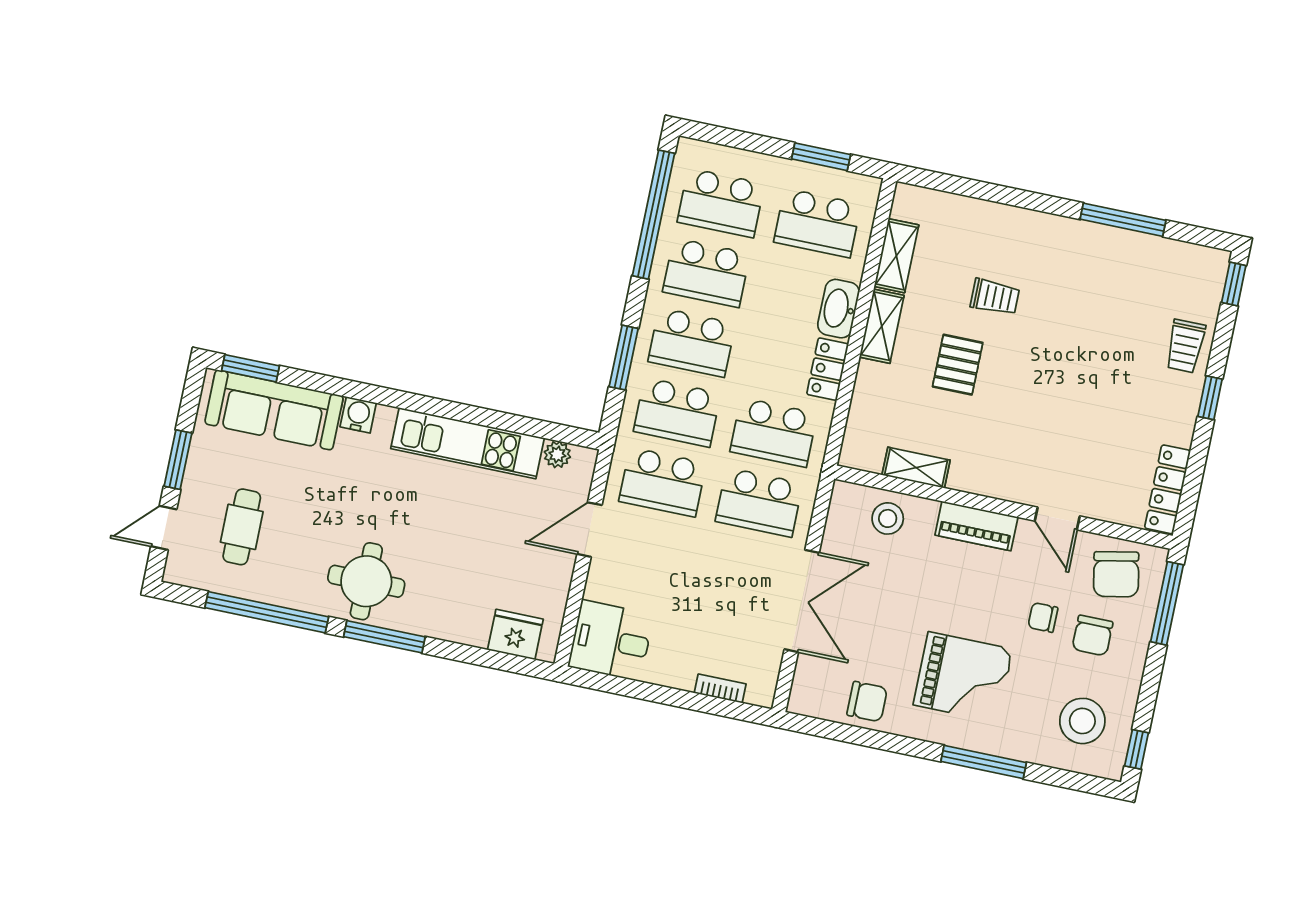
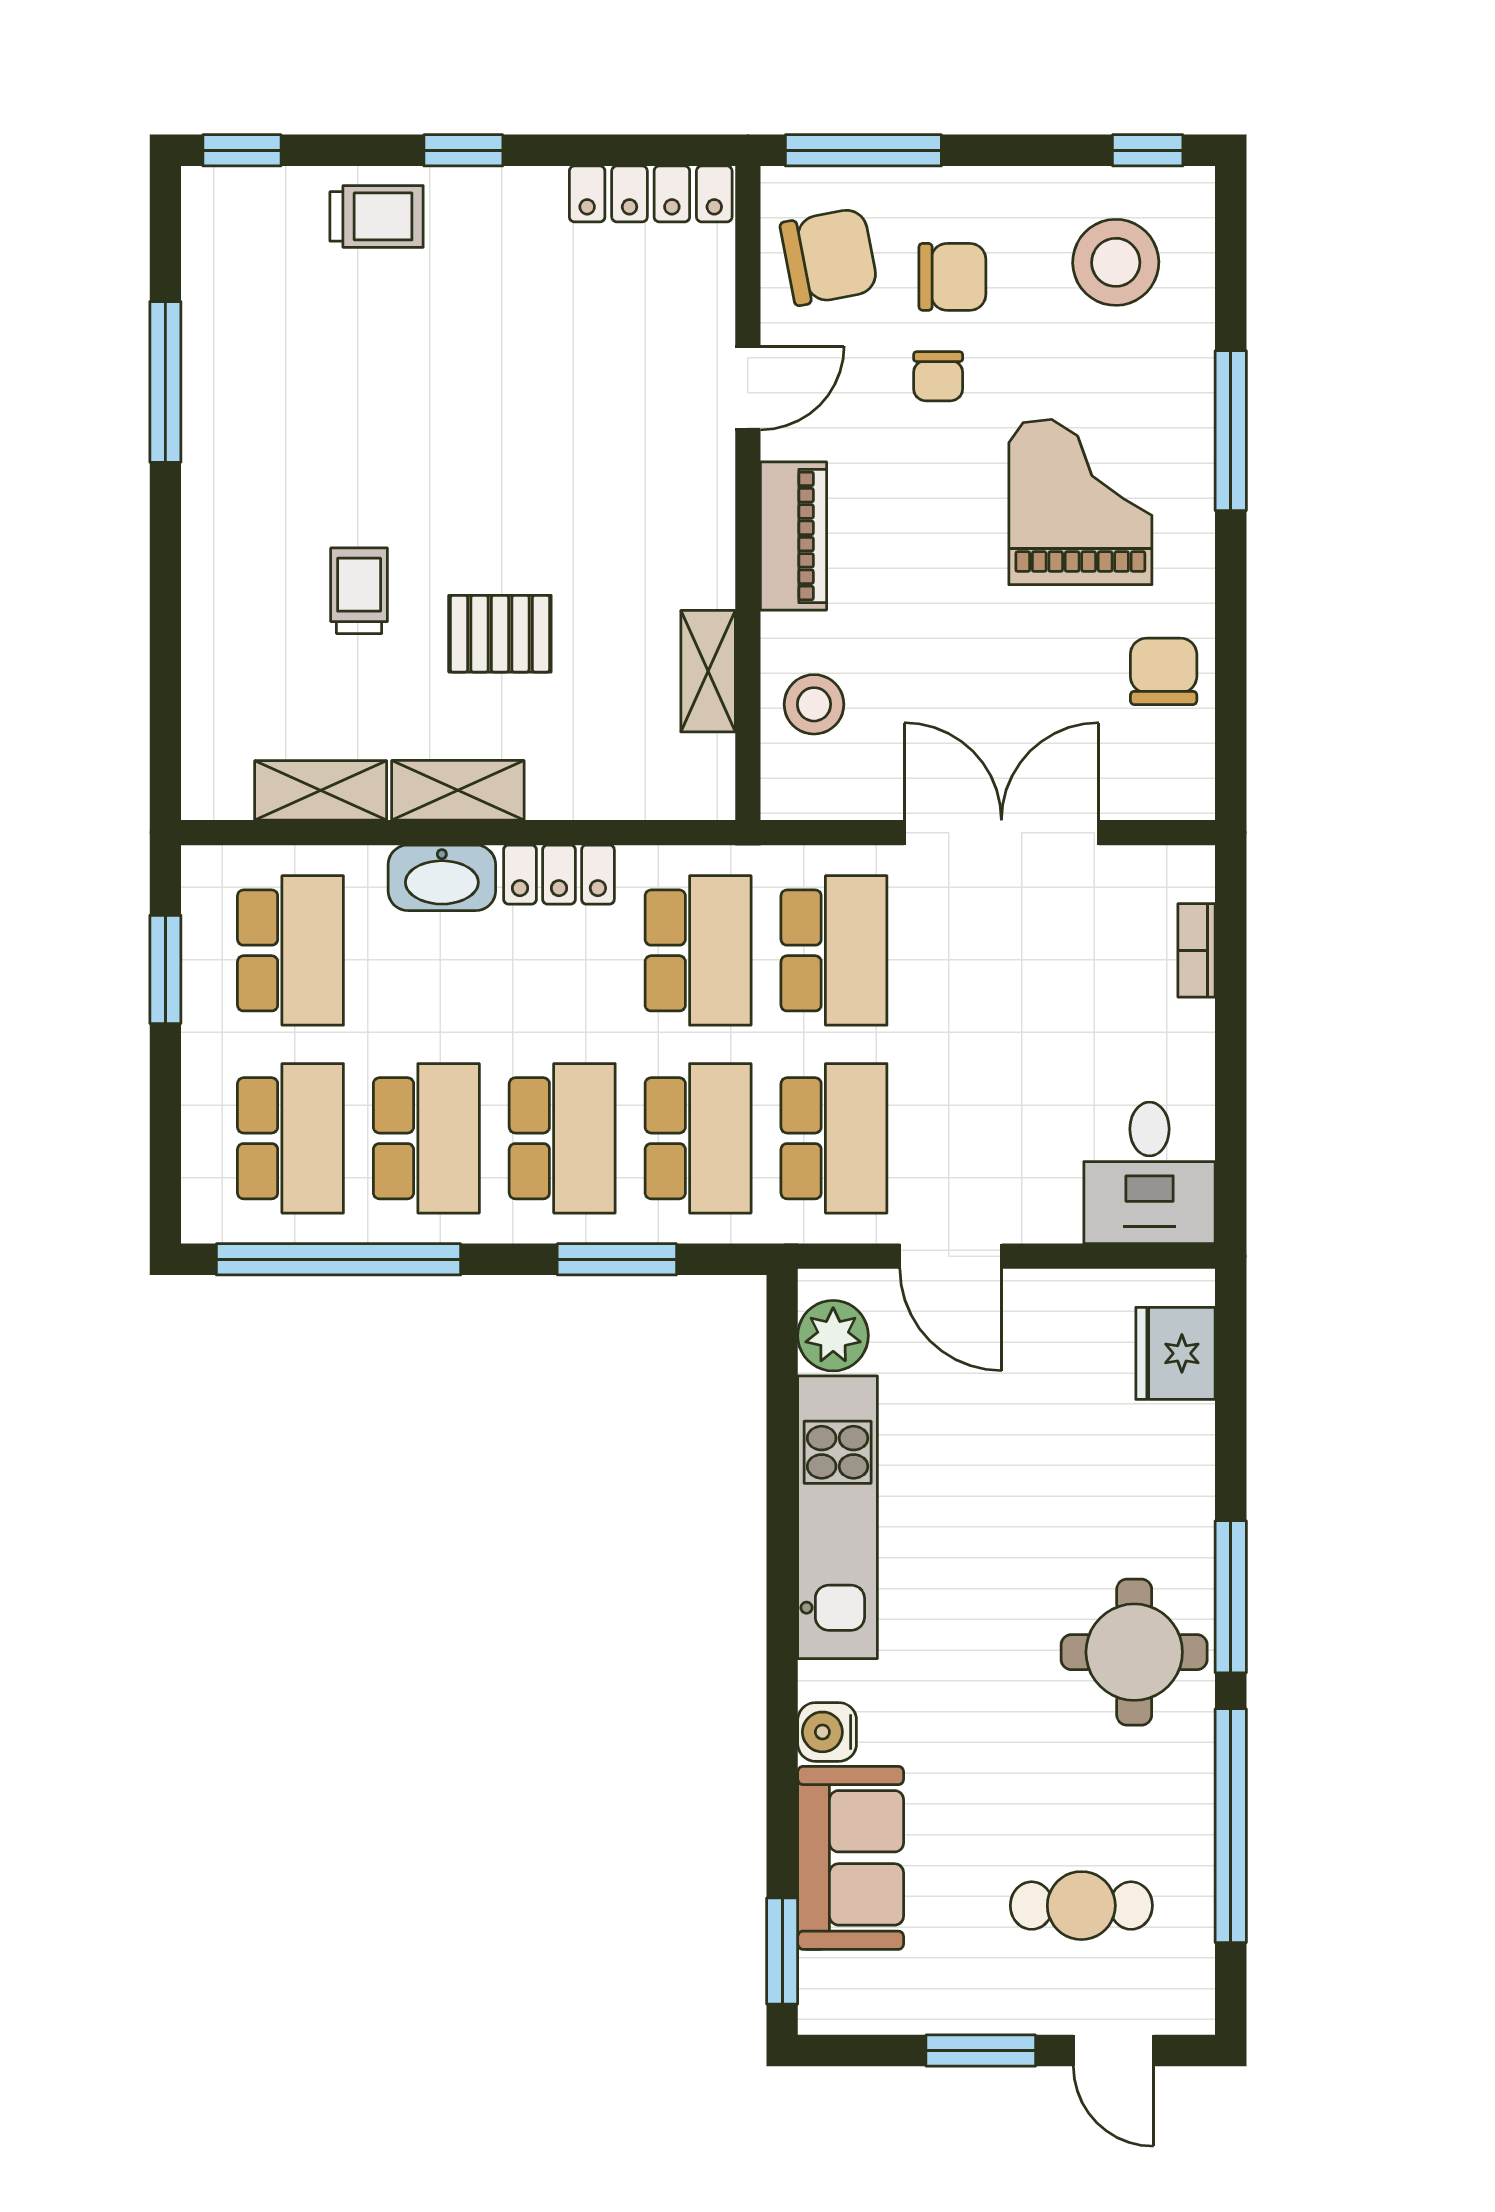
sofa: (274, 410) -> (851, 1858), width x0.73
plant: (557, 454) -> (833, 1336), width x1.38, depth x1.38

